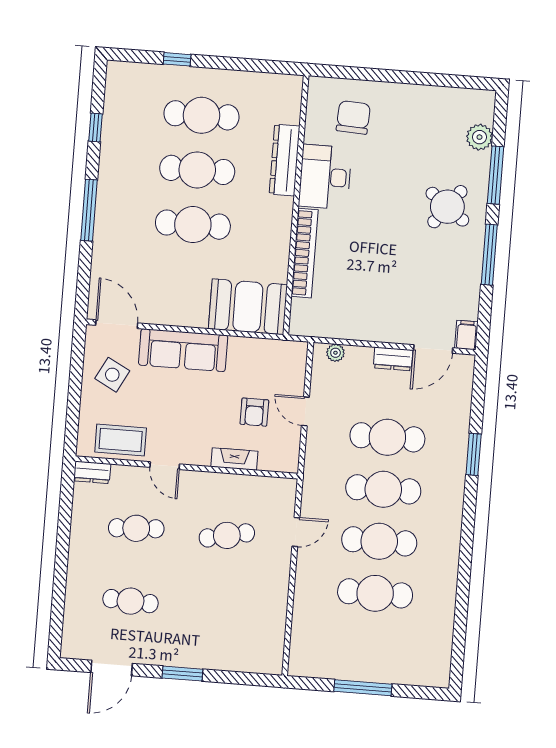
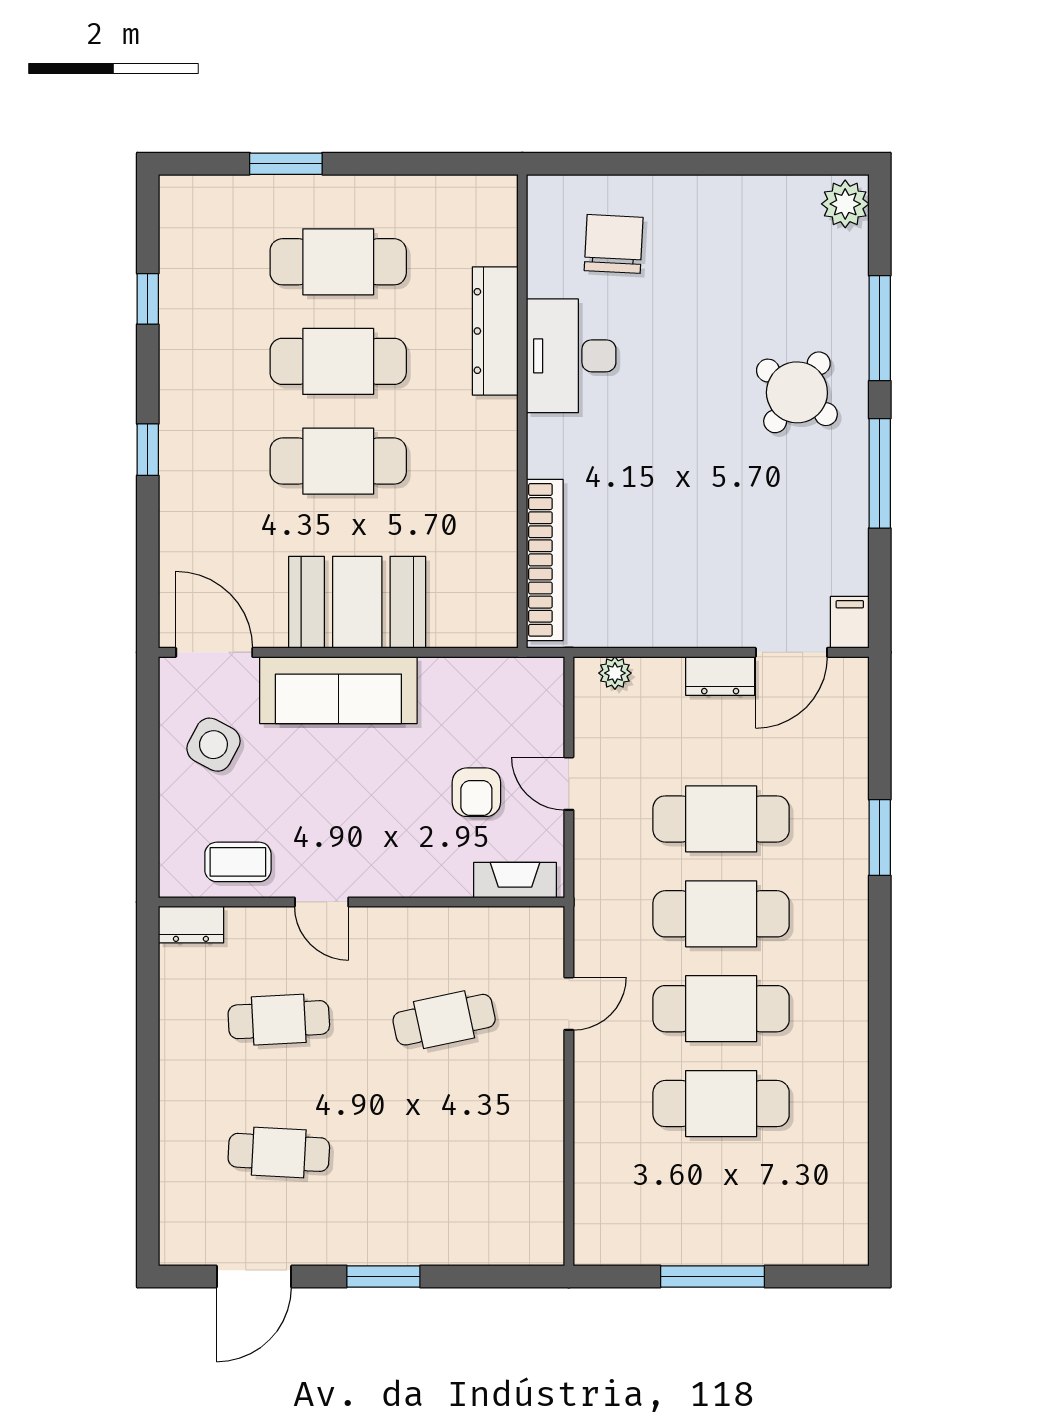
window: (177, 59) -> (286, 164), width x1.50
plant: (479, 137) -> (845, 204), moved
window: (89, 210) -> (148, 450), width x0.46
bookcase: (305, 253) -> (545, 560), moved
booth: (248, 307) -> (357, 602), moved
coffee table: (121, 440) -> (238, 862), width x0.73, depth x0.77
fireplace: (234, 459) -> (515, 880), moved

